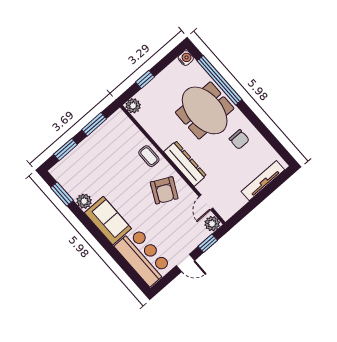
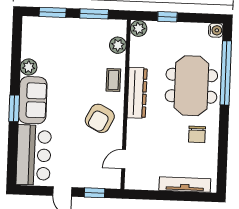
dresser: (185, 164) -> (137, 93), moved
window: (62, 194) -> (14, 108), moved
plant: (212, 224) -> (118, 45), moved

